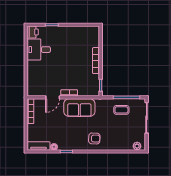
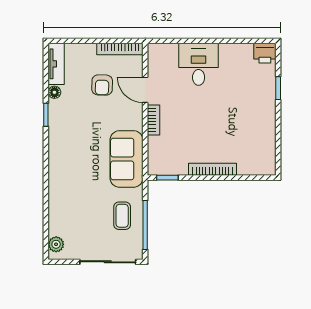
desk: (39, 50) -> (199, 64), moved
sofa: (79, 108) -> (126, 159), moved
armchair: (94, 138) -> (102, 85), moved

